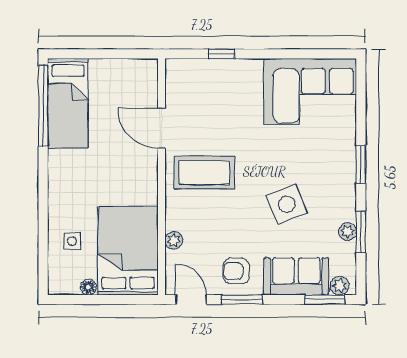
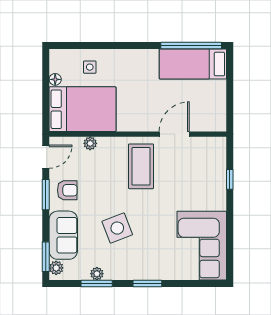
armchair: (236, 271) -> (67, 190), turned 90

